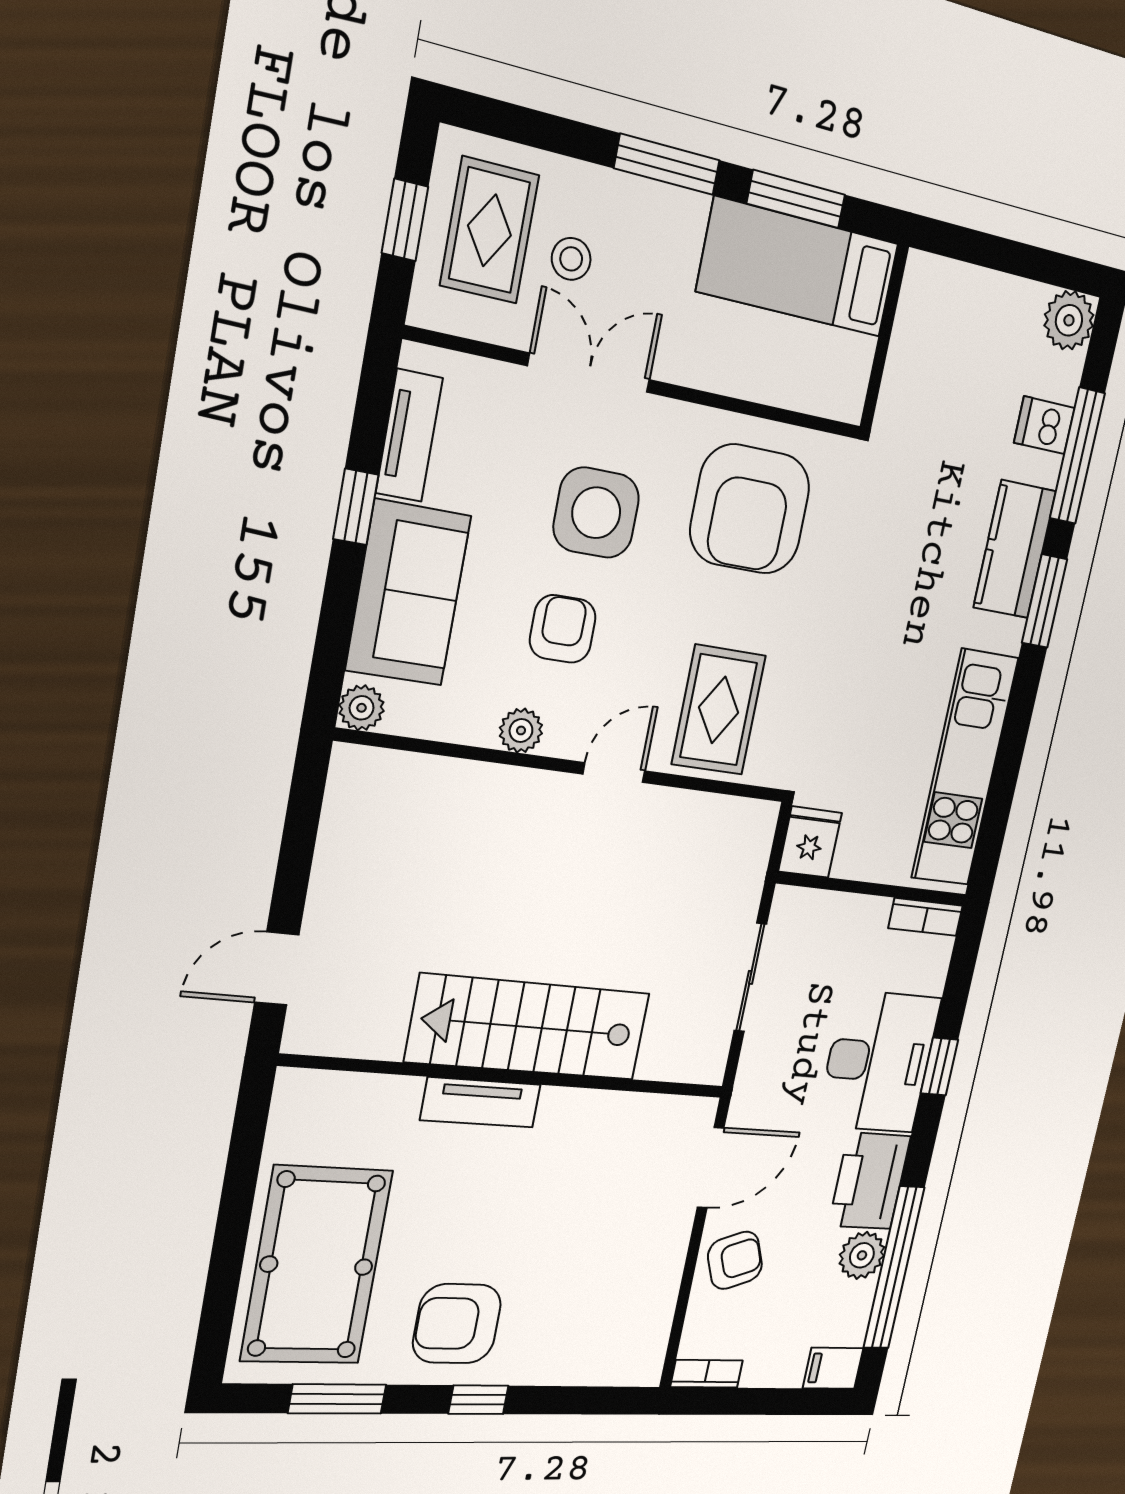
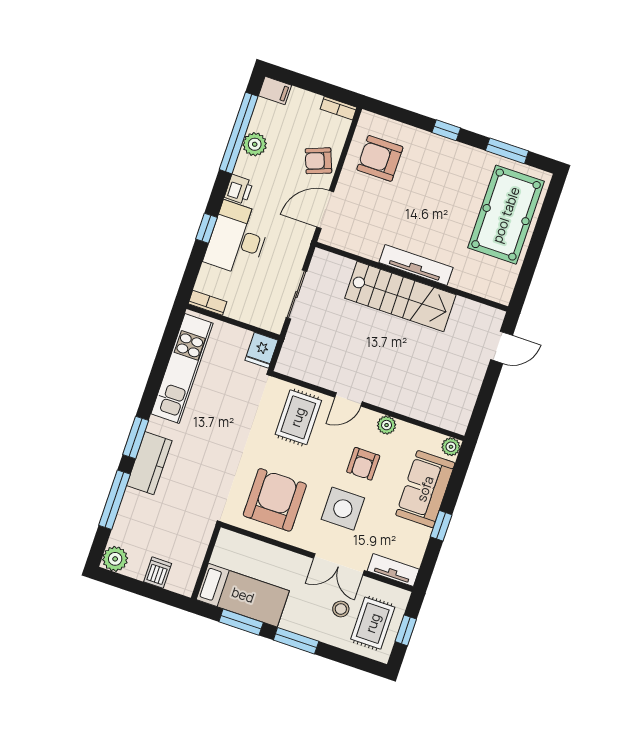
dishwasher: (1044, 425) -> (158, 573), moved, turned -90
tv unit: (409, 436) -> (393, 570), moved, turned 90
tv unit: (481, 1102) -> (416, 265), width x1.41
printer: (870, 1181) -> (239, 189), width x0.53, depth x0.68
armchair: (457, 1324) -> (380, 158), moved, turned 180

